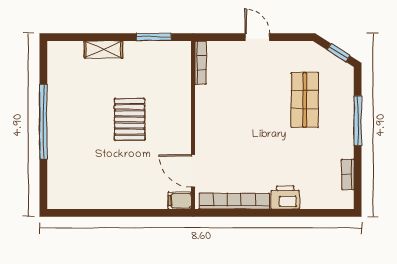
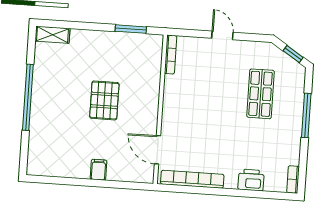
shelving: (104, 49) -> (53, 35), moved
bookcase: (348, 174) -> (293, 179), moved
printer: (285, 198) -> (251, 180), moved
filing cabinet: (180, 201) -> (98, 170), moved, turned 90

